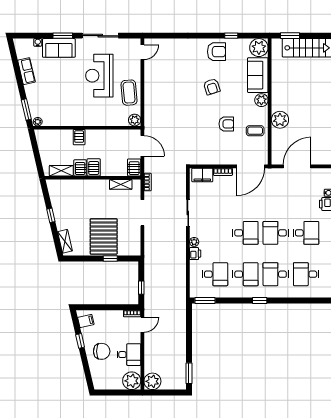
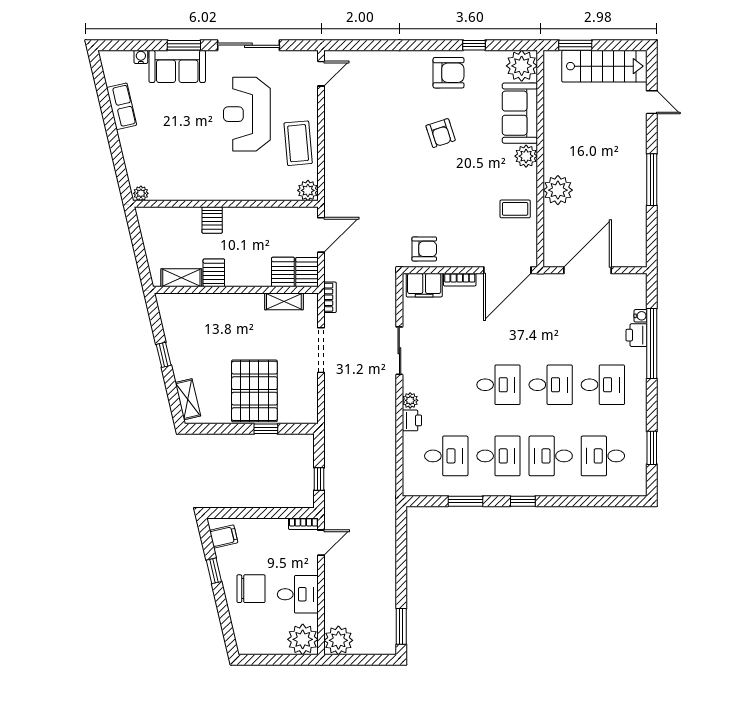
window: (26, 109) -> (121, 172), removed
armchair: (226, 124) -> (424, 249), moved
door: (142, 146) -> (321, 235), hinge flipped
server rack: (94, 167) -> (283, 272), moved
desk: (276, 233) -> (551, 385), turned 180
window: (205, 300) -> (465, 501), moved

